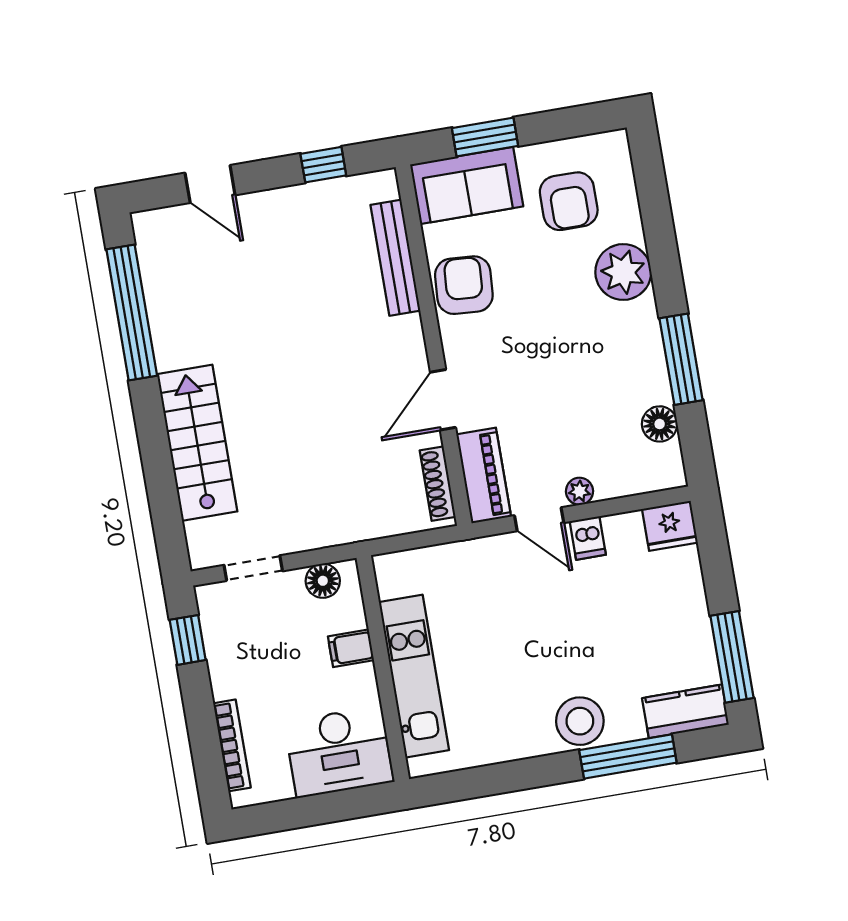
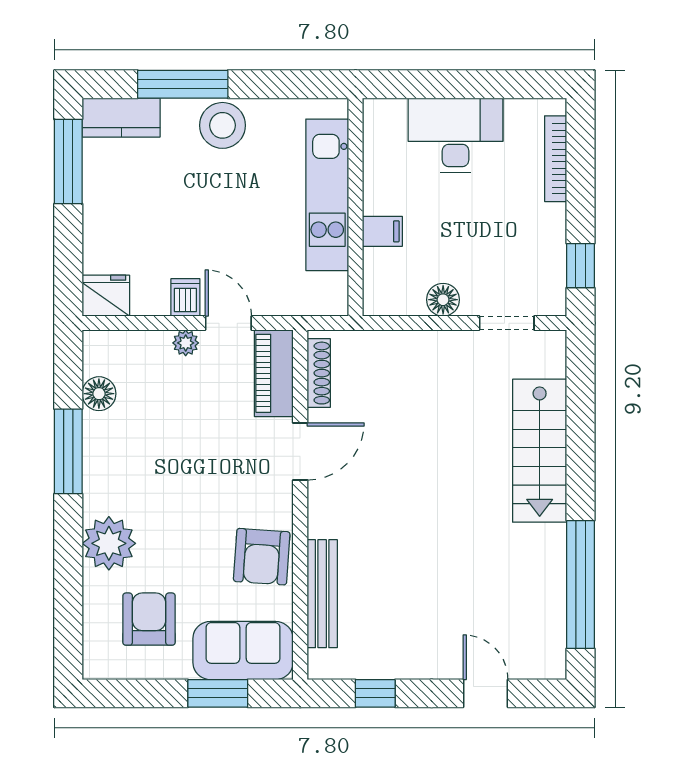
filing cabinet: (351, 648) -> (382, 231), moved
wall: (383, 668) -> (355, 207), moved
kitchen unit: (414, 676) -> (327, 195), moved

